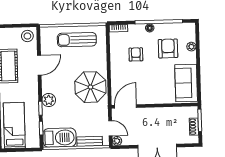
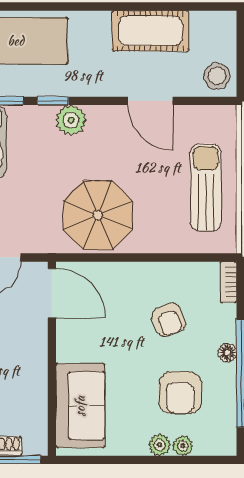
armchair: (168, 48) -> (180, 393), turned 90
armchair: (136, 54) -> (169, 320), turned 69
plant: (191, 57) -> (160, 445), added
sofa: (186, 83) -> (80, 406), moved, turned 90

